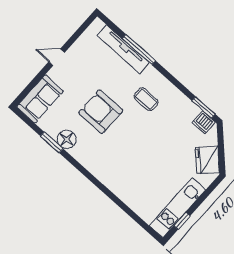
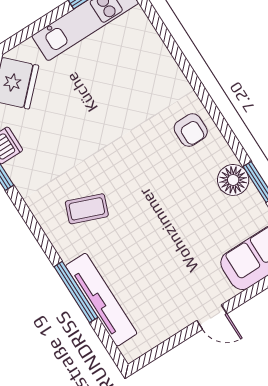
coffee table: (146, 99) -> (87, 209), turned -69
armchair: (101, 112) -> (191, 130), moved, width x0.53, depth x0.53

